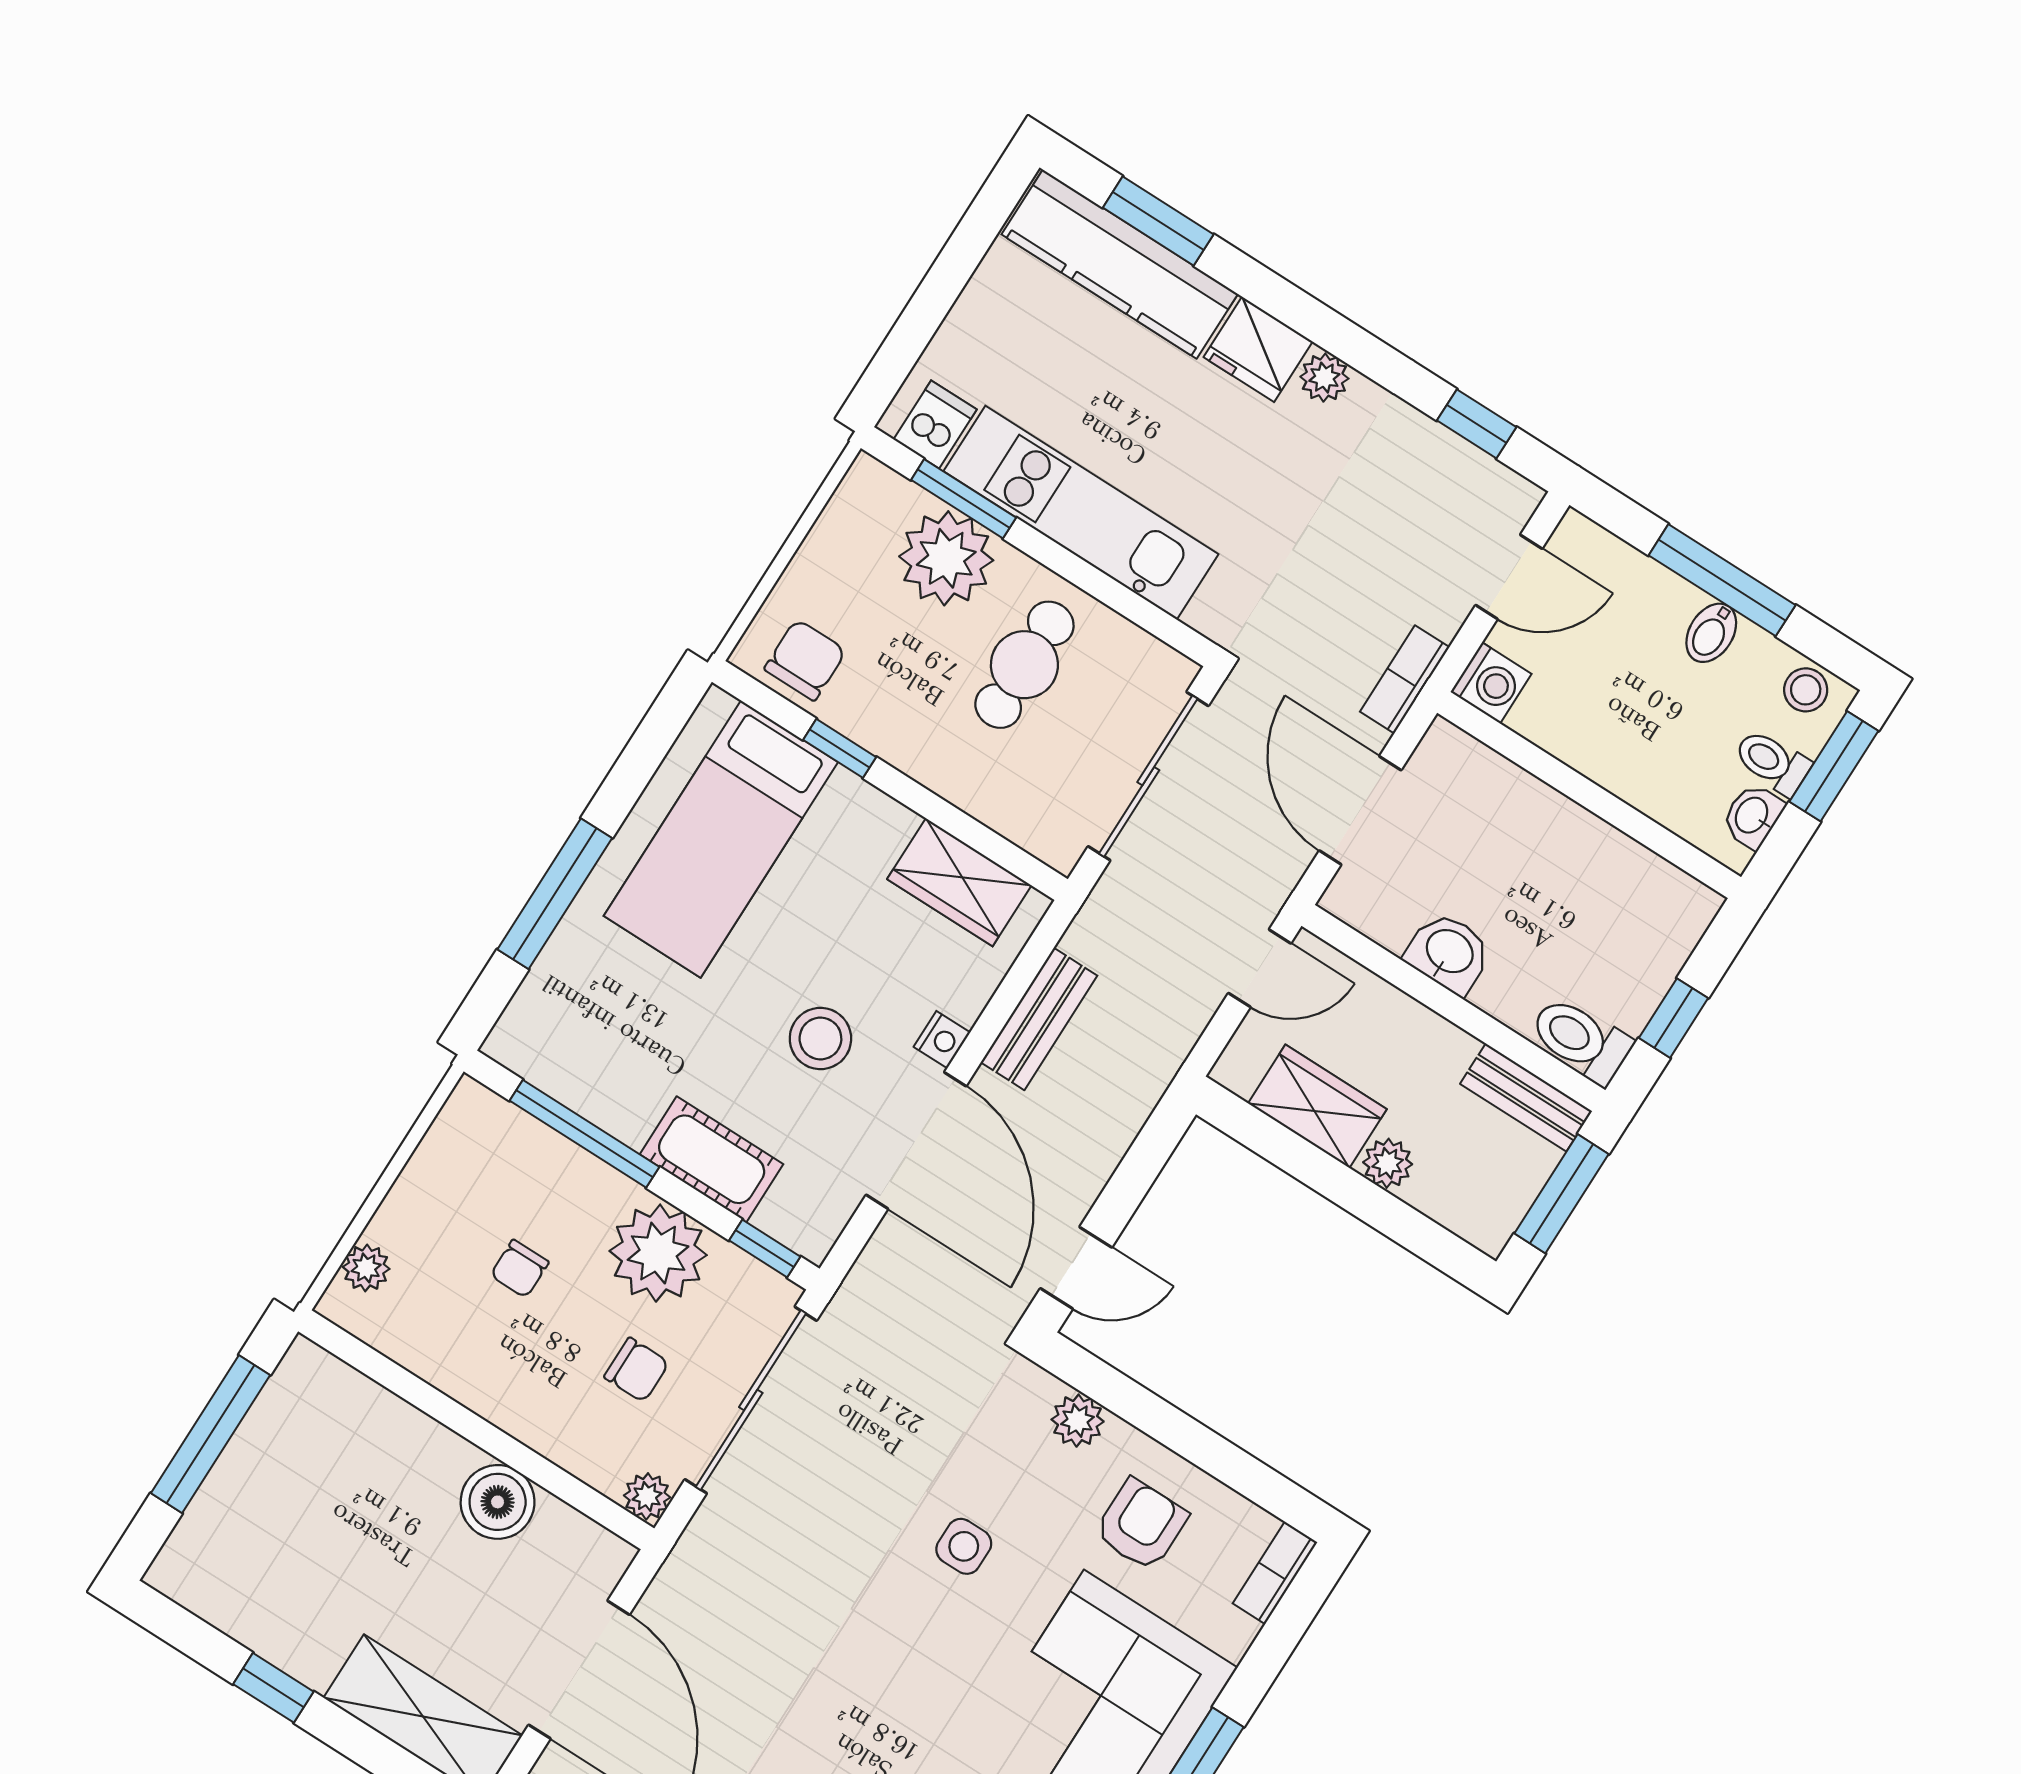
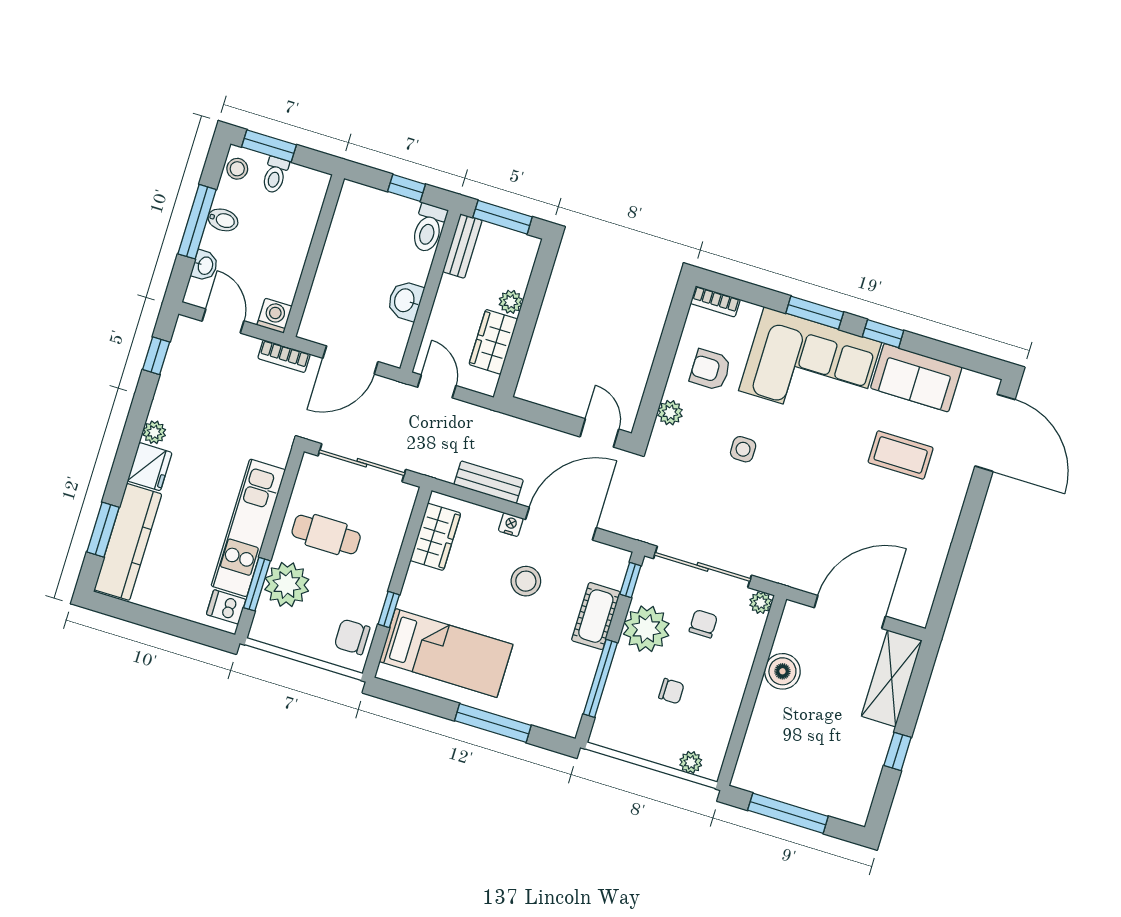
washbasin: (1753, 816) -> (205, 266), moved, turned -90

